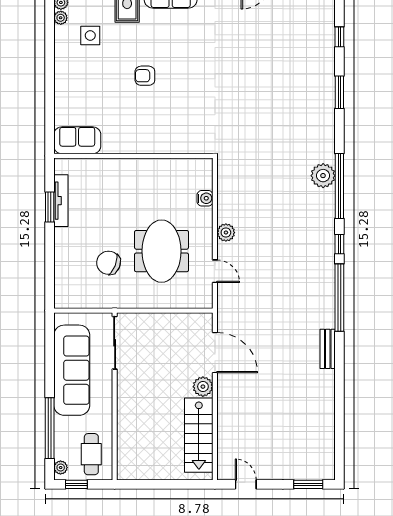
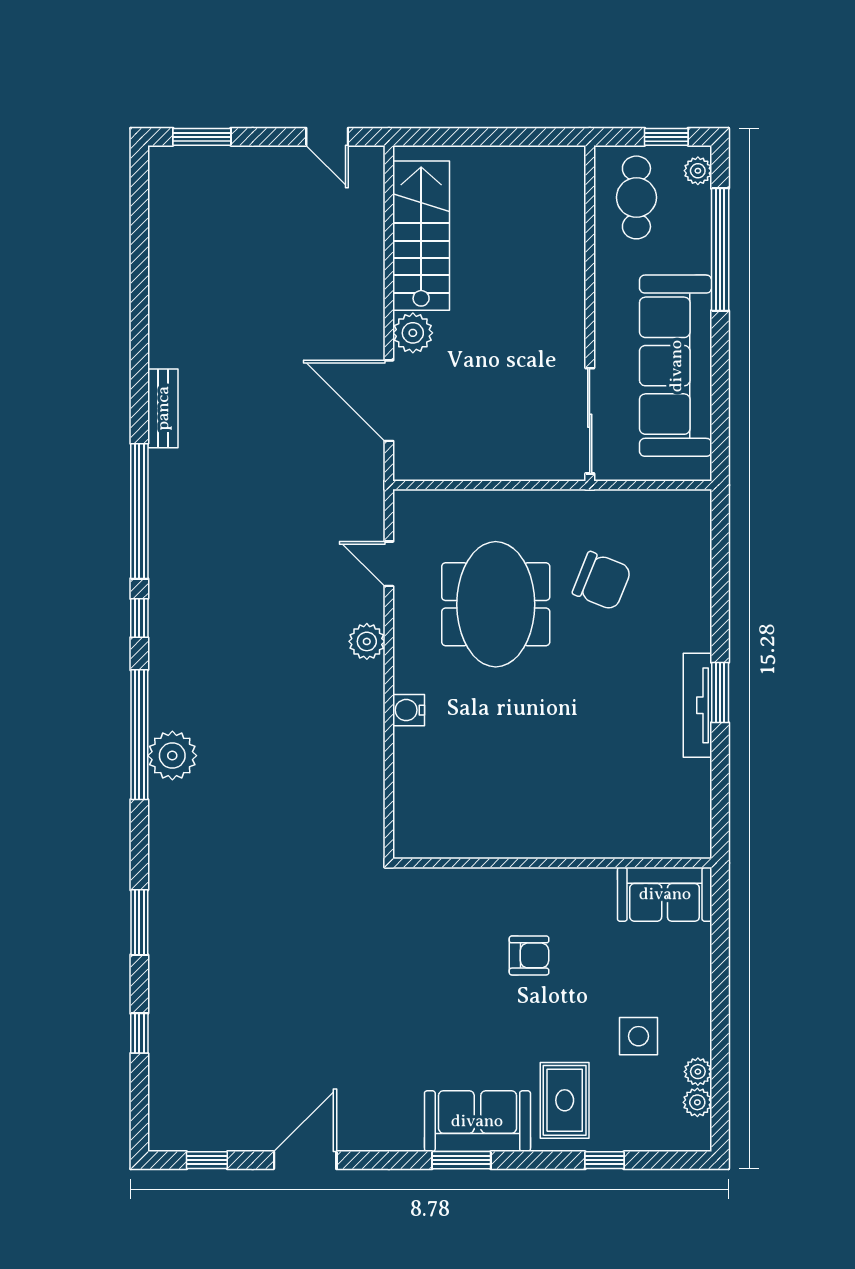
sofa: (77, 140) -> (665, 894), moved
wall: (133, 156) -> (552, 863), moved

